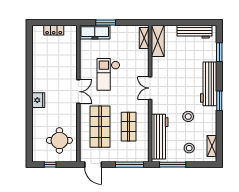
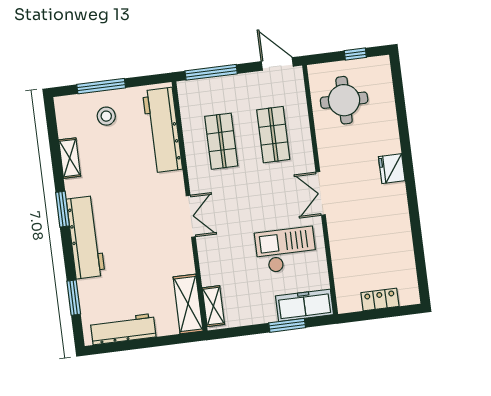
checkout: (108, 74) -> (286, 250), moved, turned -90
stool: (188, 116) -> (115, 173), removed
shop shelf: (100, 127) -> (273, 135), width x0.70, depth x0.74
shelving: (212, 146) -> (70, 158), moved
window: (173, 165) -> (101, 86), moved

